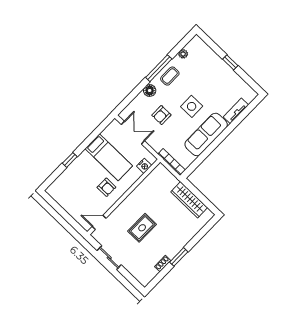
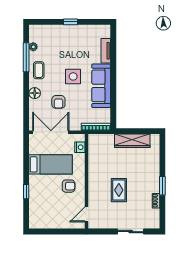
window: (159, 68) -> (26, 57), moved
double door: (133, 133) -> (51, 132), width x1.37
sliding door: (109, 258) -> (131, 232), moved

